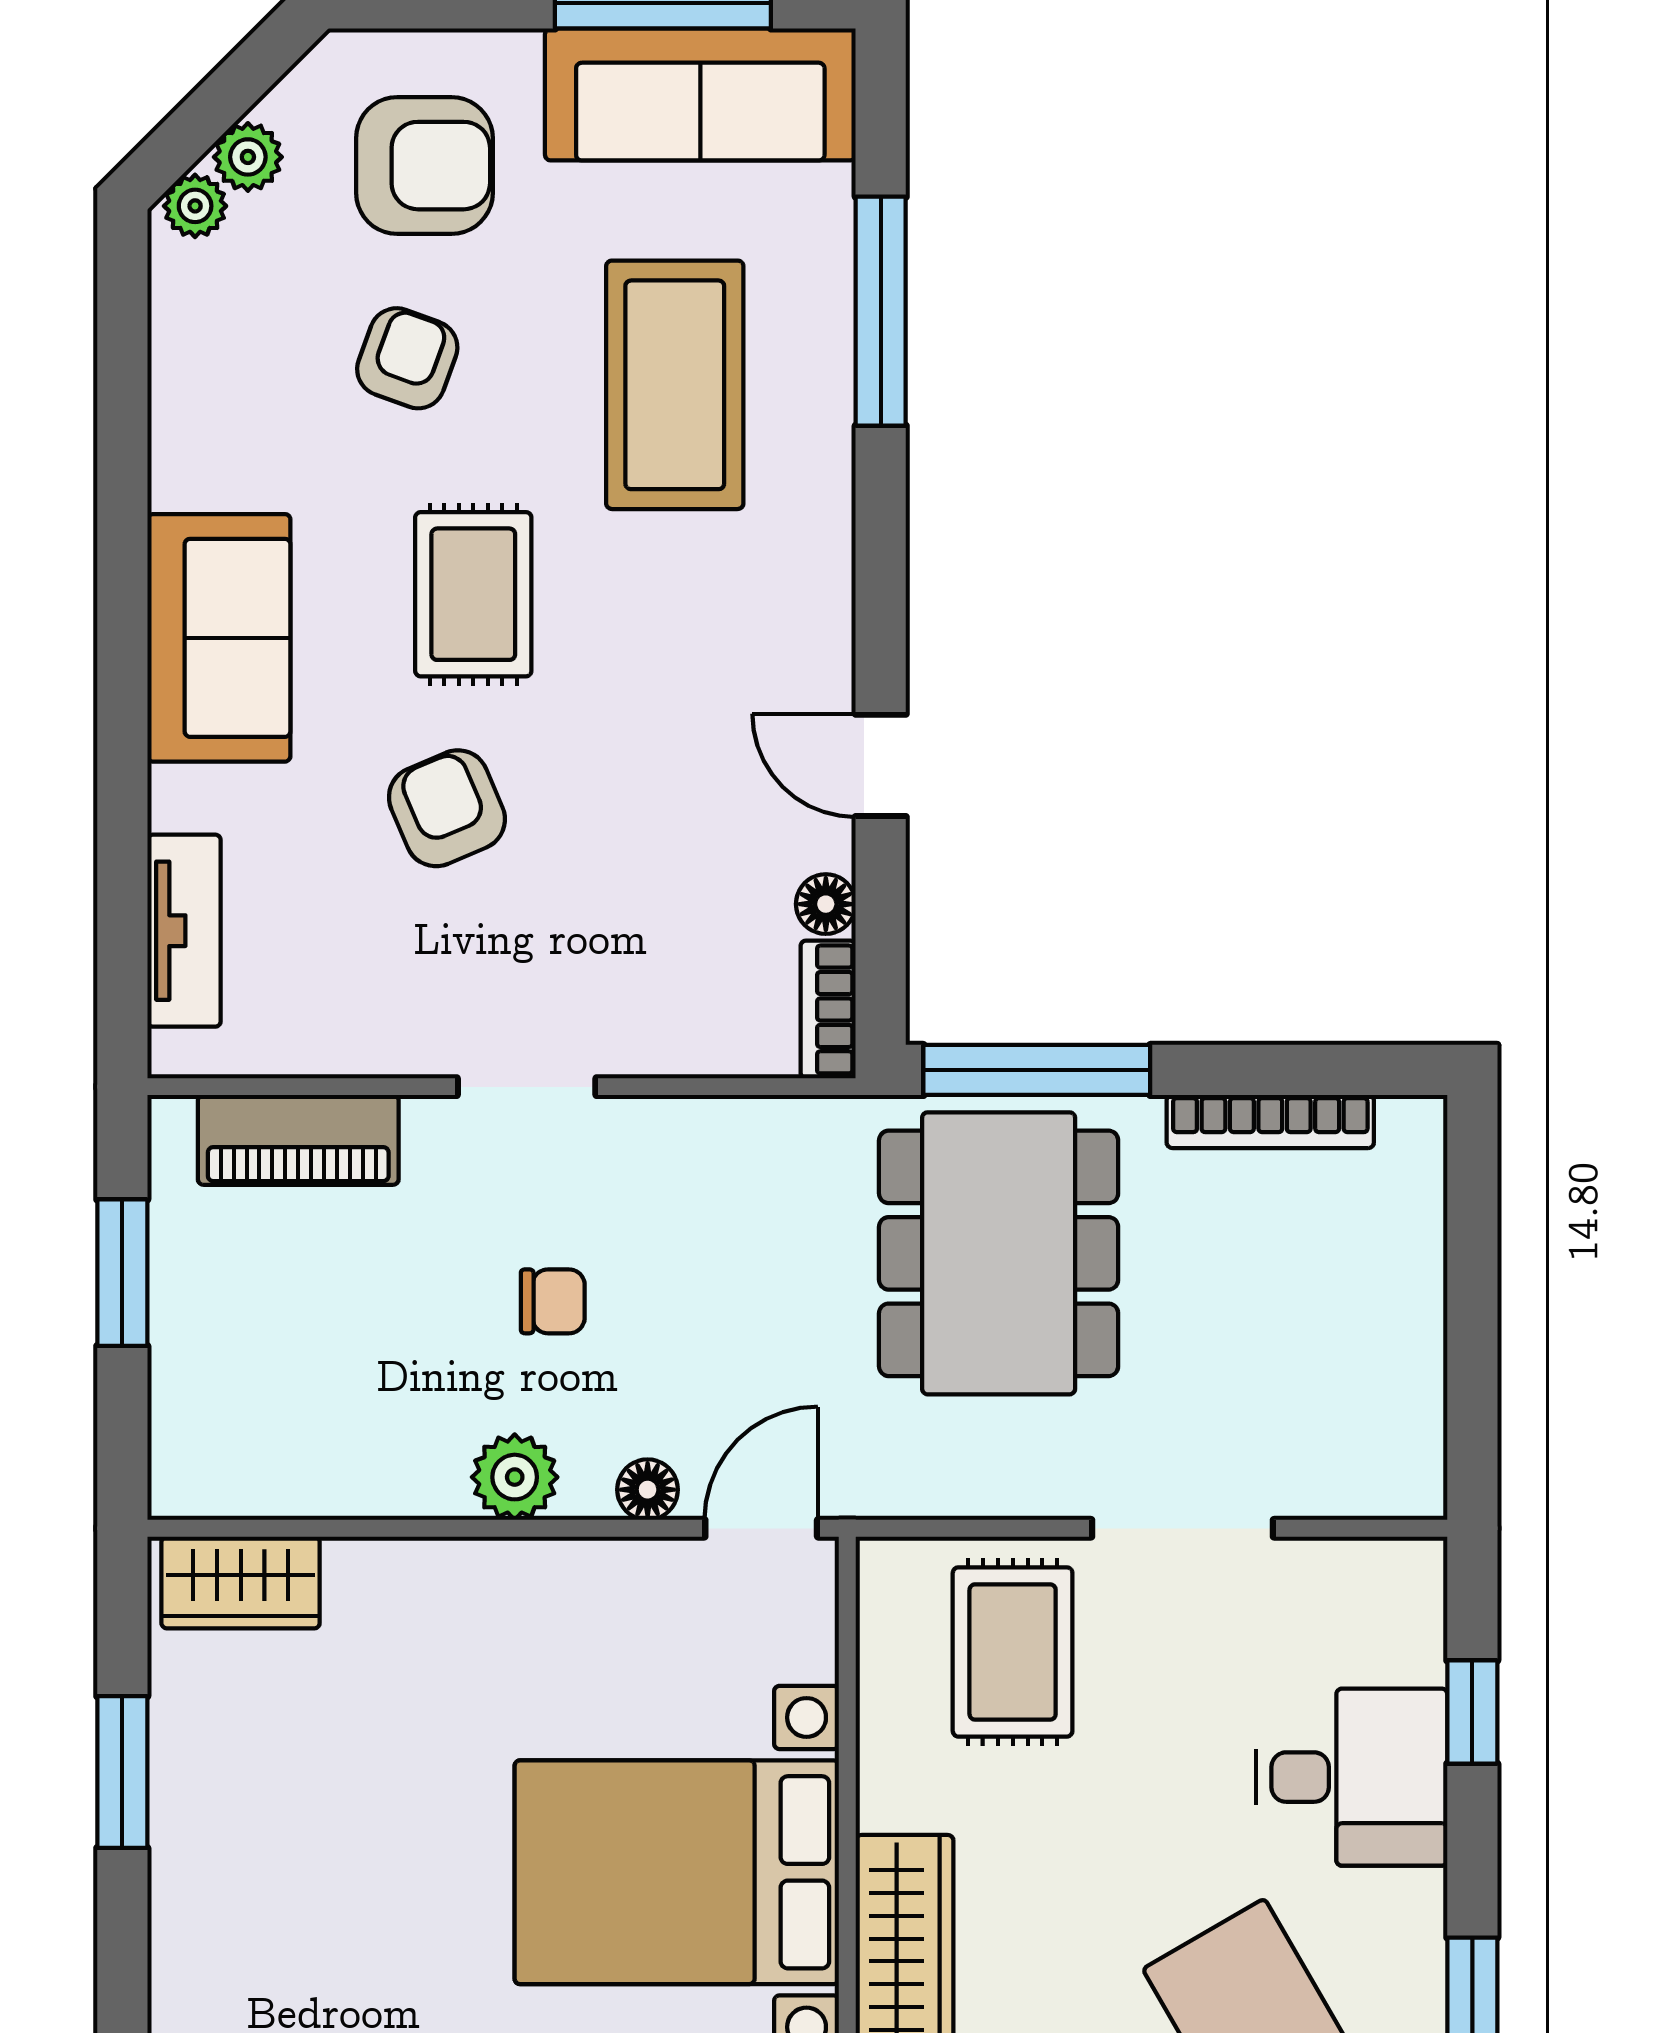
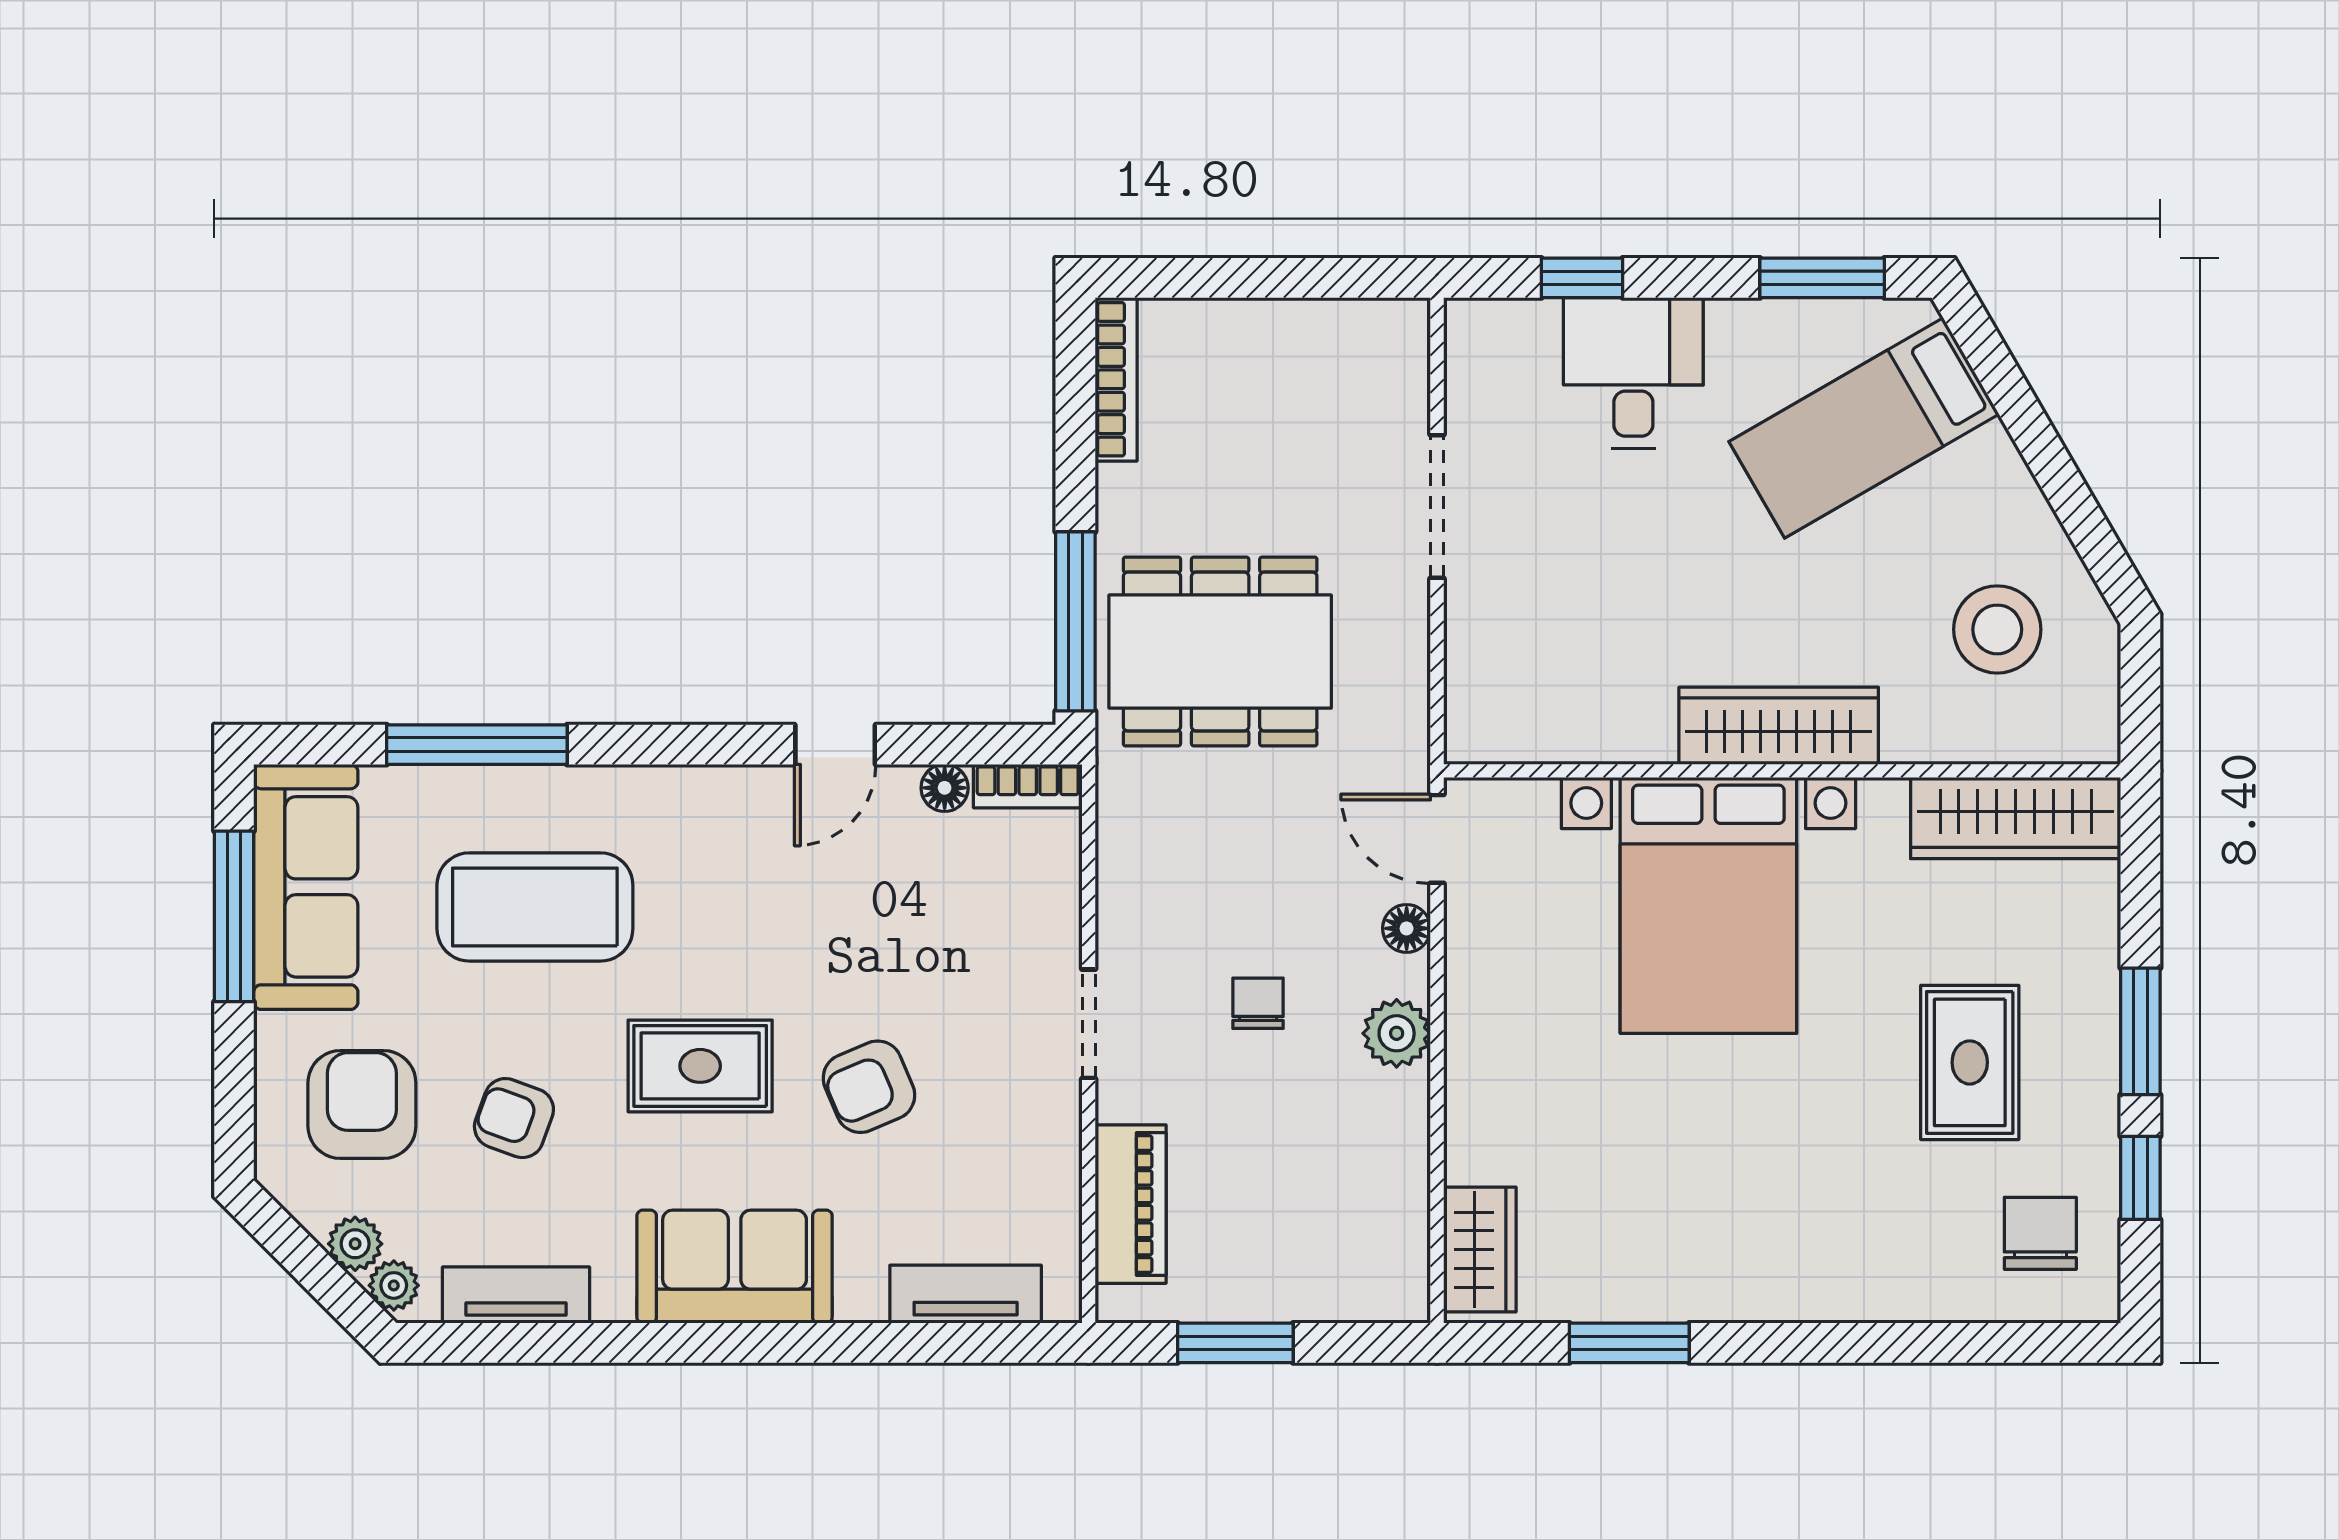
tv unit: (183, 361) -> (516, 1295), added
bookcase: (1270, 1122) -> (1116, 379), moved
rug: (1013, 1652) -> (1535, 640), removed

